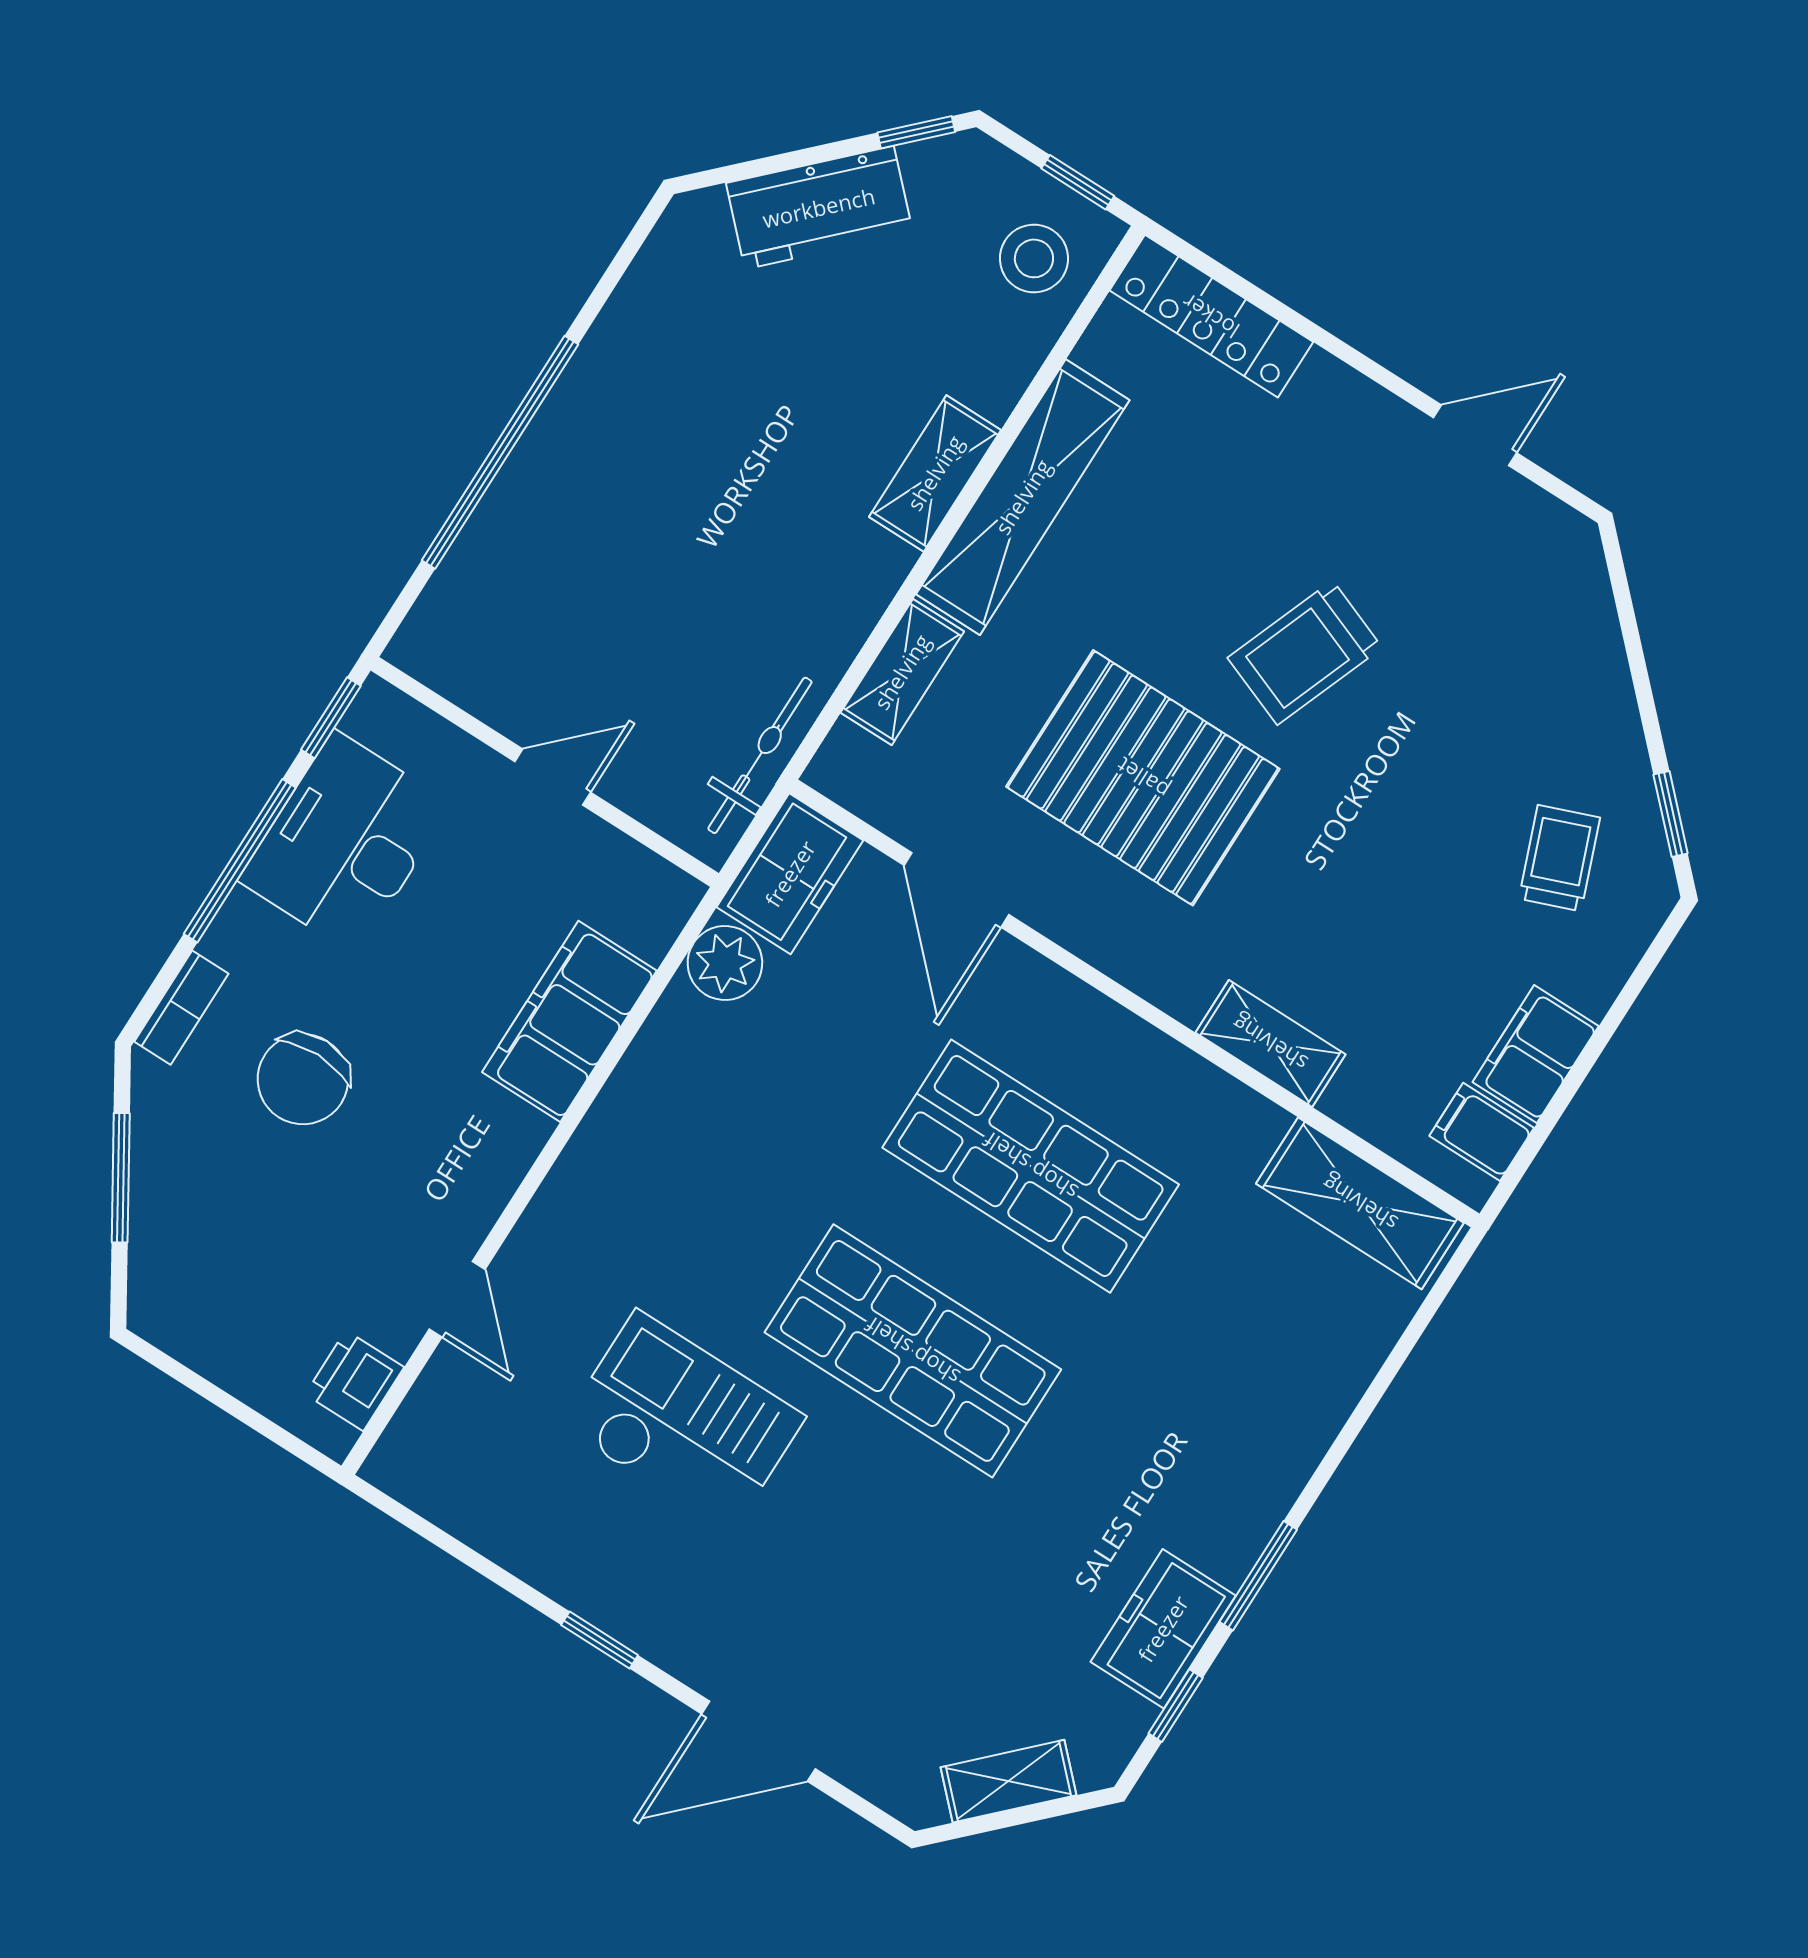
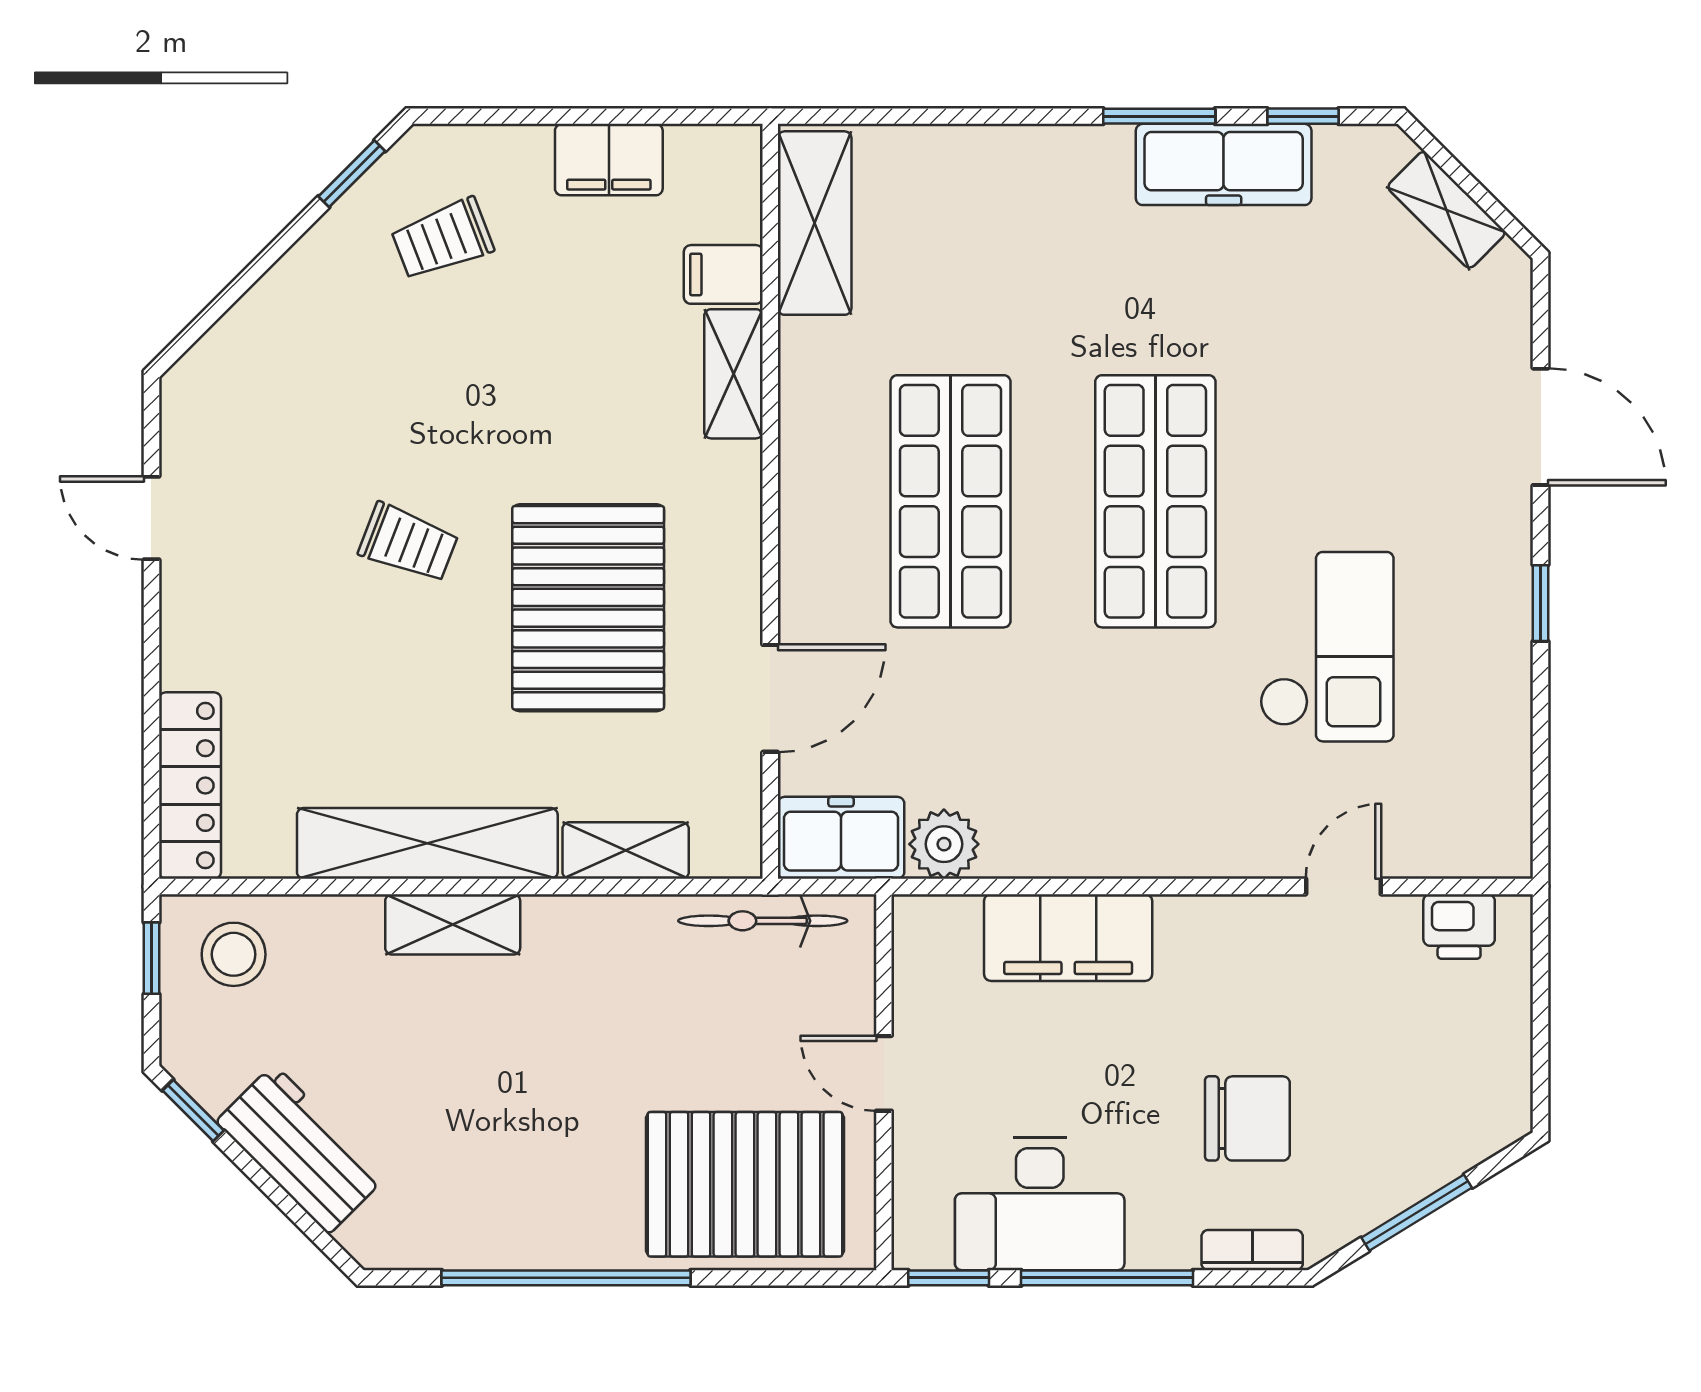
window: (500, 452) -> (566, 1278), moved
pallet: (533, 588) -> (745, 1184), added
trolley: (1305, 653) -> (408, 543), width x0.73, depth x0.72
filing cabinet: (1482, 1132) -> (723, 274), moved, turned 90
checkout: (683, 1422) -> (1327, 647), turned 180
freezer: (1163, 1629) -> (1224, 164), width x1.40

